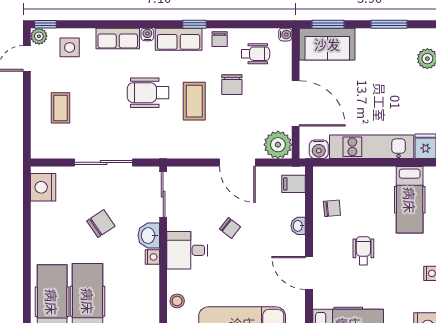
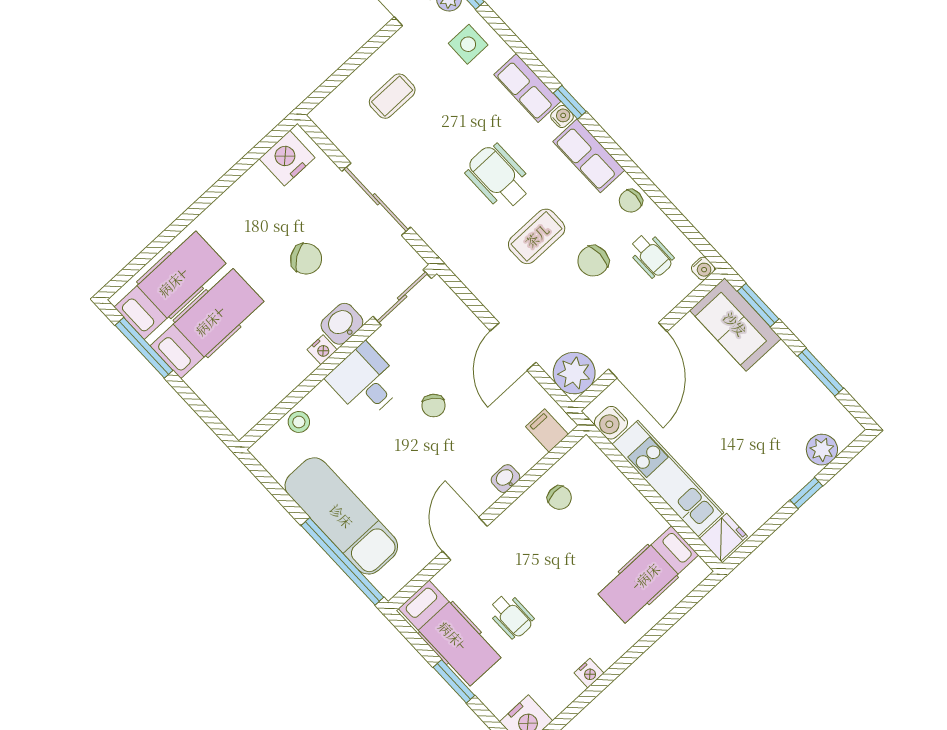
window: (194, 24) -> (570, 102), moved
wheelchair: (363, 251) -> (511, 616), moved, turned 90

